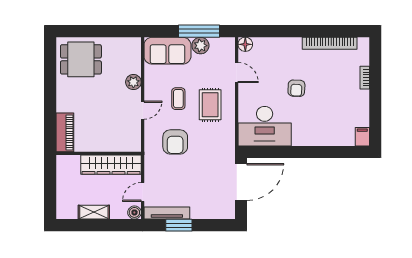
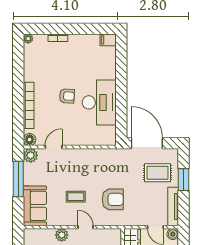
bookcase: (330, 43) -> (29, 105), moved
plant: (364, 43) -> (28, 39), added
plant: (200, 46) -> (31, 155), moved
rug: (210, 105) -> (157, 173), moved
desk: (265, 126) -> (99, 102), moved
window: (179, 225) -> (184, 180), moved

